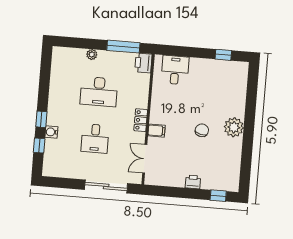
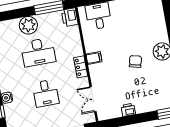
plant: (92, 54) -> (28, 25), width x1.87, depth x1.87
filing cabinet: (156, 131) -> (94, 58), moved
printer: (193, 182) -> (128, 110), moved

